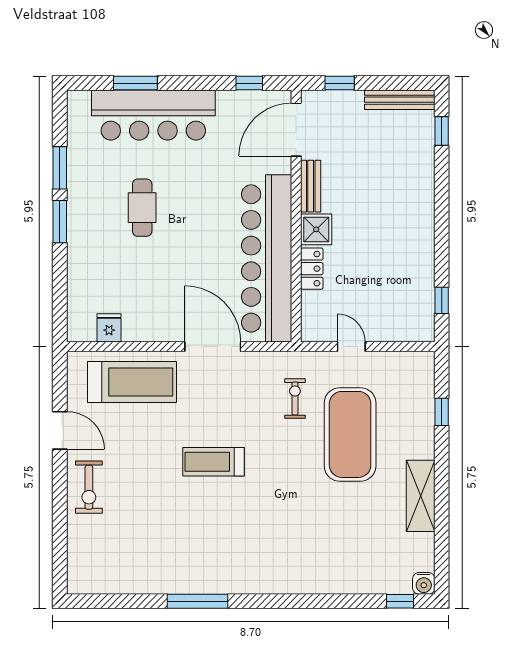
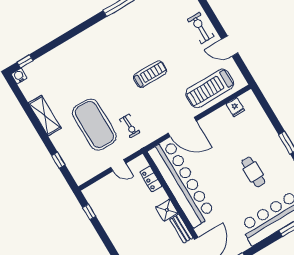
locker: (312, 269) -> (151, 179), moved

